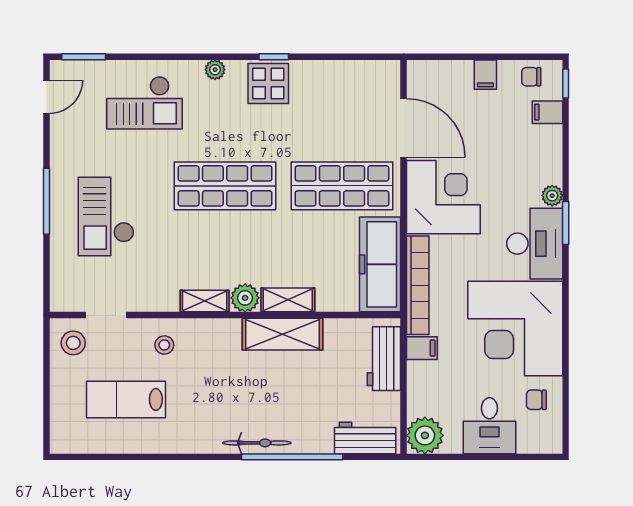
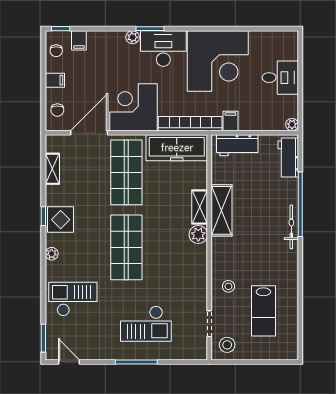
checkout: (145, 103) -> (73, 299), turned -90
shelving: (205, 301) -> (52, 169), moved
chair: (536, 400) -> (57, 110), moved
plant: (425, 435) -> (292, 124), width x0.53, depth x0.53

